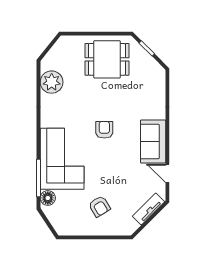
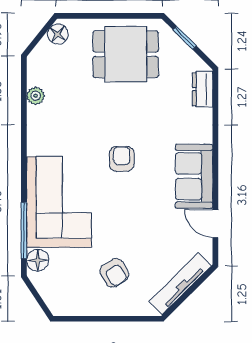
floor lamp: (61, 46) -> (58, 34), added
plant: (52, 82) -> (35, 96), width x0.53, depth x0.53
dresser: (159, 83) -> (203, 89), added
tv unit: (149, 209) -> (180, 284), width x1.41

